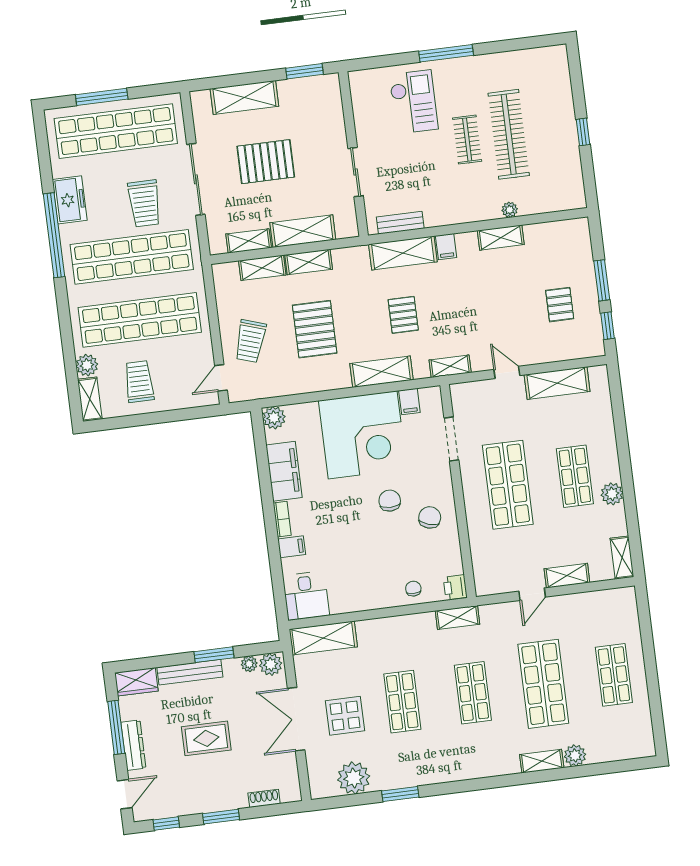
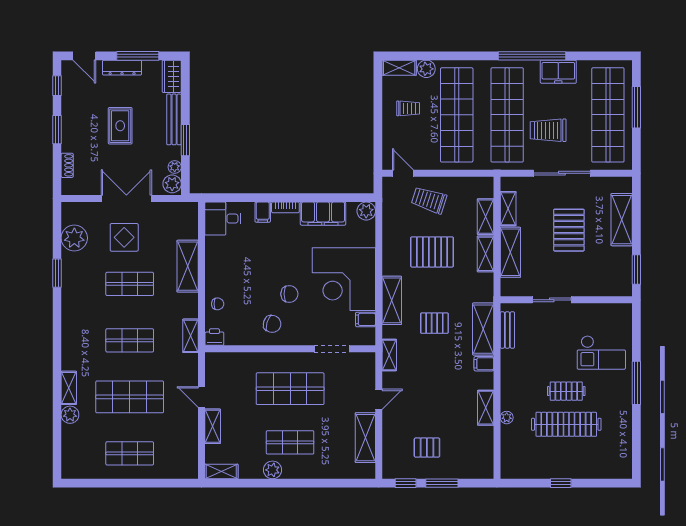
trolley: (139, 382) -> (408, 108), width x0.73, depth x0.72
shelving: (323, 638) -> (188, 266), moved

